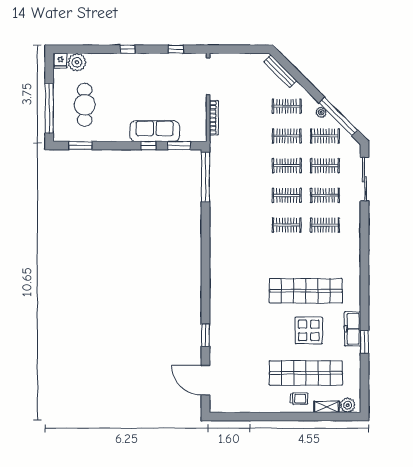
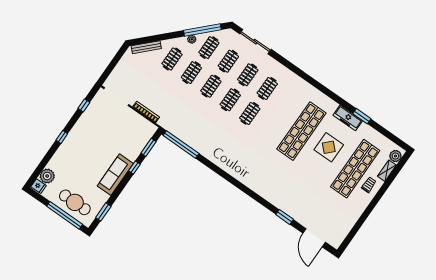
cafe table: (85, 105) -> (75, 202), moved
sofa: (155, 131) -> (115, 175), moved
door: (206, 380) -> (314, 238), hinge flipped

